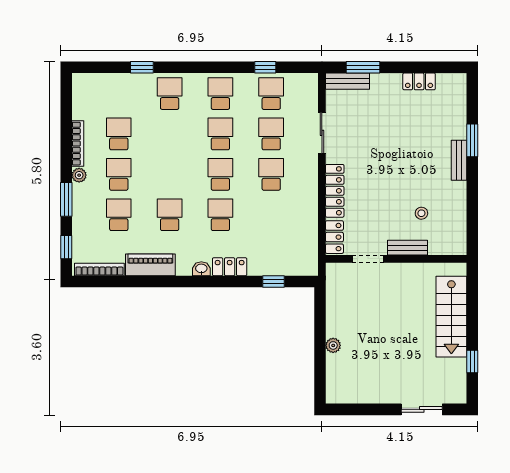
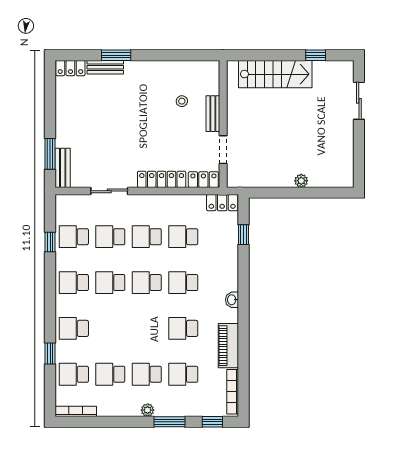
locker: (419, 81) -> (70, 68), moved, turned 90
school desk: (119, 94) -> (74, 374), added
bookcase: (78, 144) -> (76, 411), moved
bench: (459, 160) -> (105, 67), moved
school desk: (271, 215) -> (183, 237), added
locker: (230, 267) -> (222, 203), moved, turned -90

